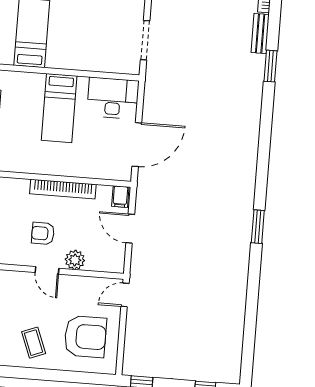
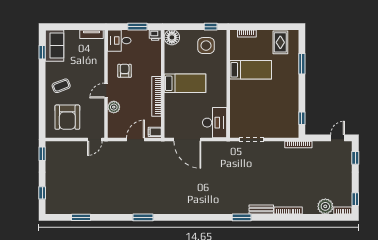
bed: (59, 108) -> (185, 83), moved, turned 180
armchair: (43, 233) -> (125, 71), moved
door: (125, 295) -> (95, 139), swing flipped
window: (250, 327) -> (81, 217), added

